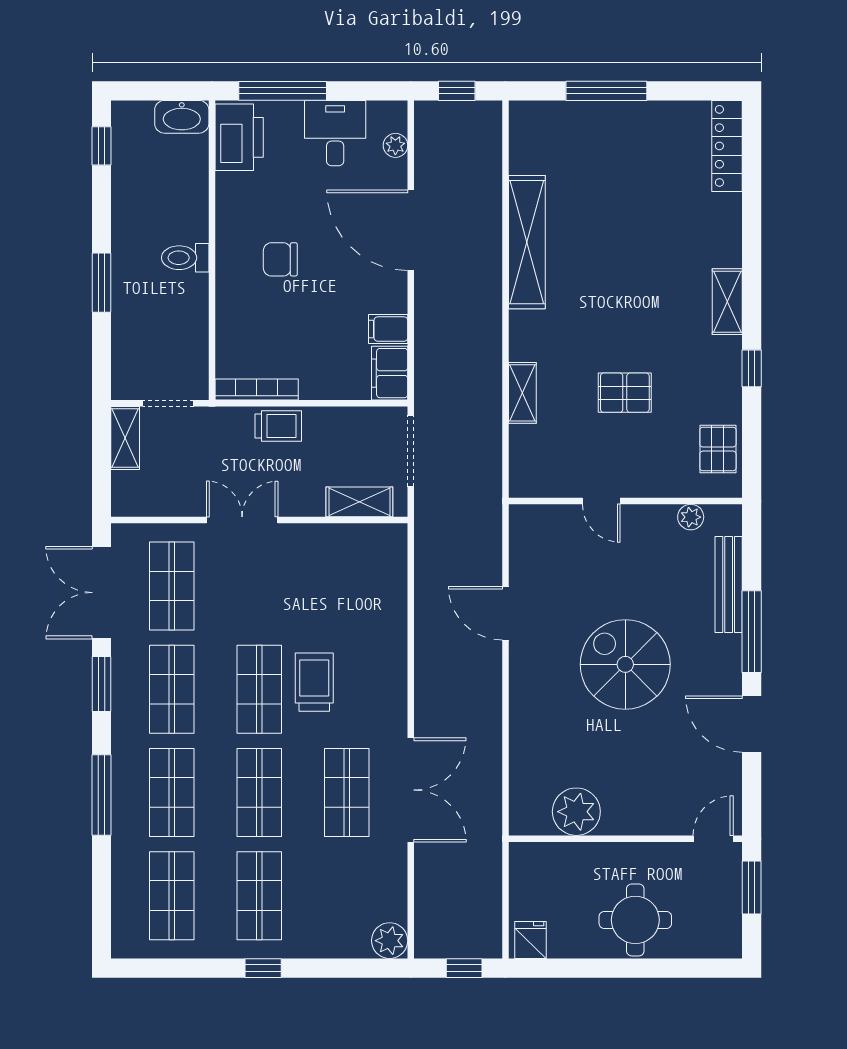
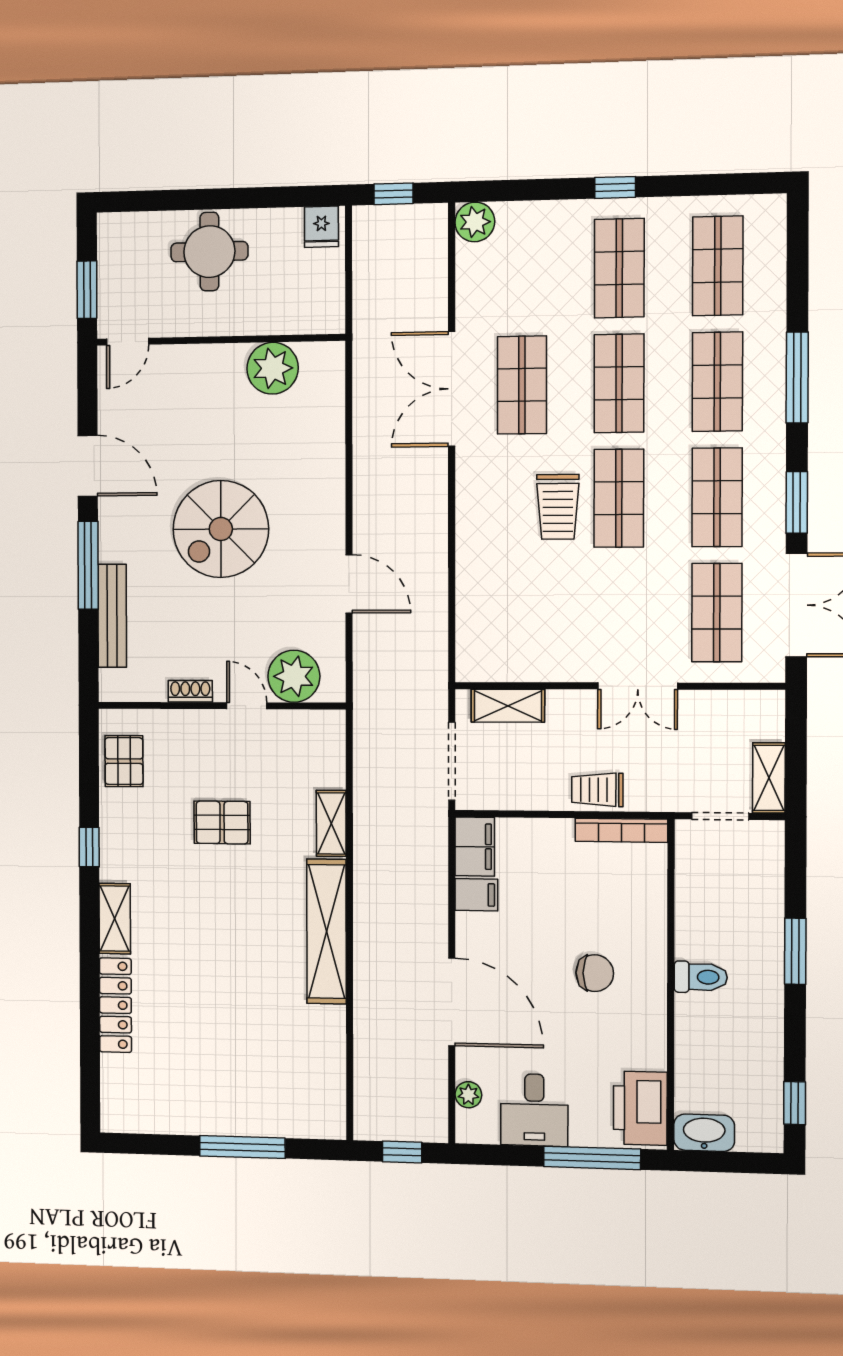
locker: (727, 146) -> (115, 1005), moved
shelving: (527, 242) -> (327, 932), moved
shoe rack: (655, 514) -> (190, 691), added
plant: (691, 517) -> (294, 676), moved, width x1.88, depth x1.88
spiral stairs: (625, 664) -> (221, 529), turned 90

